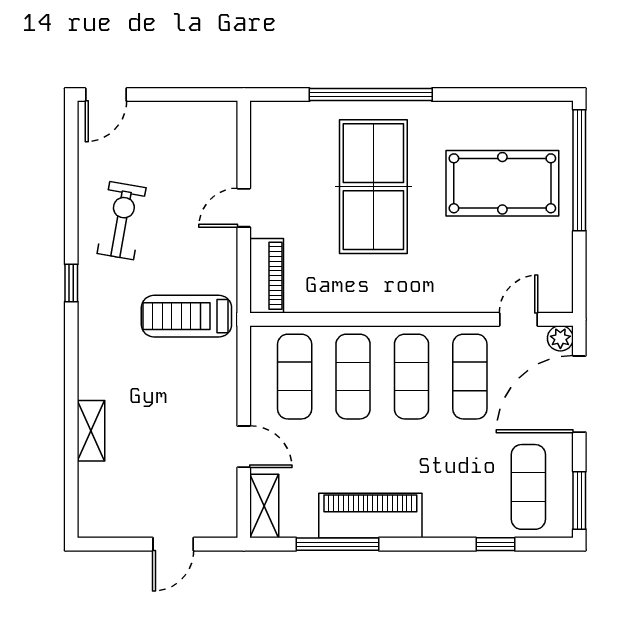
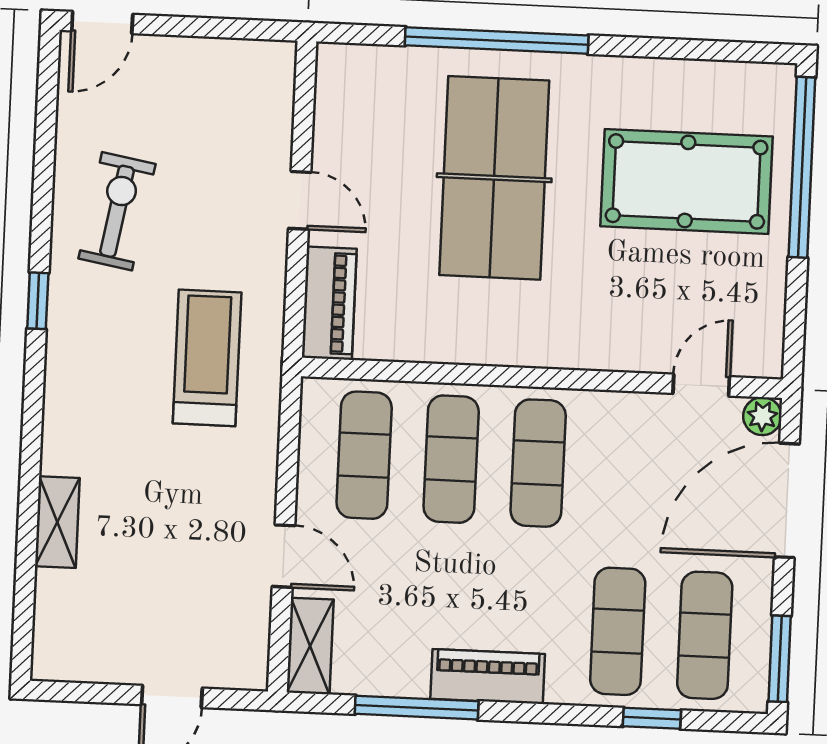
door: (244, 208) -> (300, 200), swing flipped
treadmill: (186, 316) -> (207, 358), turned 90
exercise mat: (470, 377) -> (618, 631), moved
piano: (370, 516) -> (488, 676), width x0.73, depth x0.75

